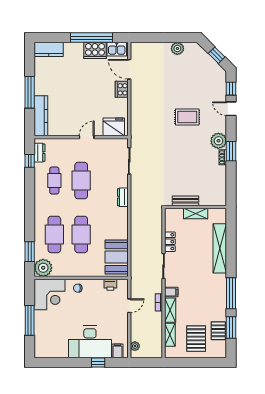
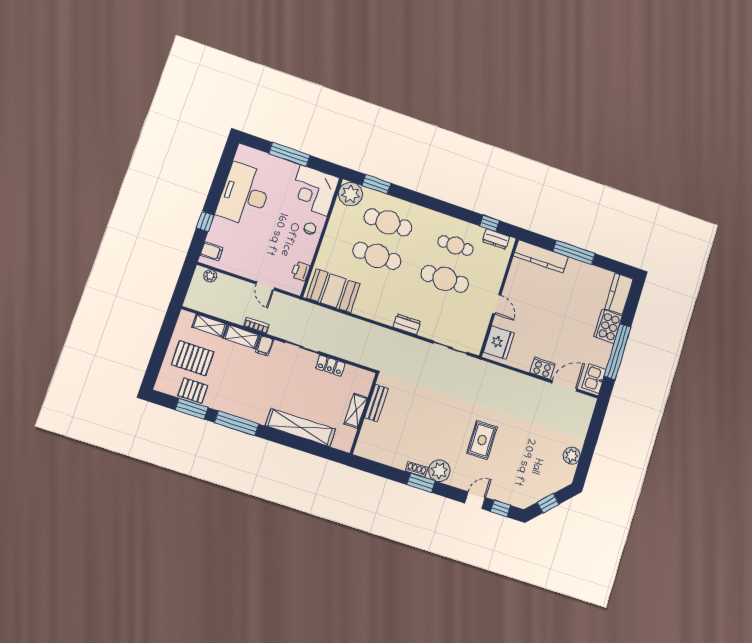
cooker: (95, 50) -> (608, 326), moved
desk: (90, 342) -> (244, 195), moved

